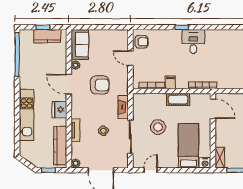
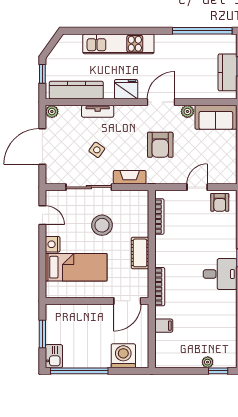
filing cabinet: (170, 82) -> (164, 326), moved
shelving: (220, 158) -> (60, 310), removed
nightstand: (205, 163) -> (53, 244), moved

